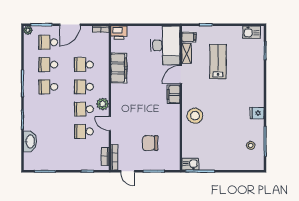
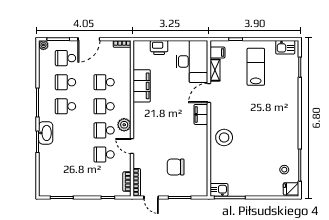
printer: (119, 32) -> (159, 48), moved
lab bench: (218, 62) -> (256, 67), moved
fridge: (257, 113) -> (291, 189), moved
washbasin: (30, 141) -> (46, 133), moved

